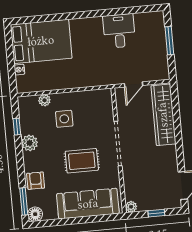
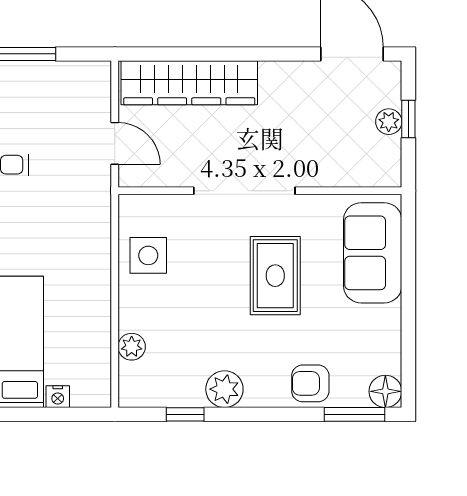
side table: (64, 119) -> (148, 255), moved
sofa: (88, 204) -> (373, 253), width x0.73
plant: (131, 207) -> (389, 122), moved

